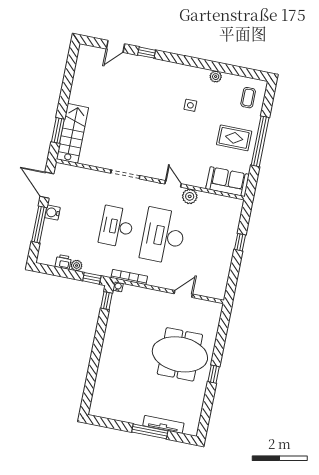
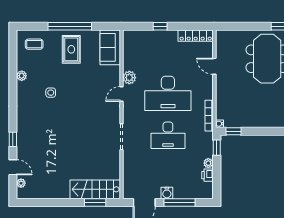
plant: (96, 52) -> (21, 183), added
locker: (222, 280) -> (196, 36), added

